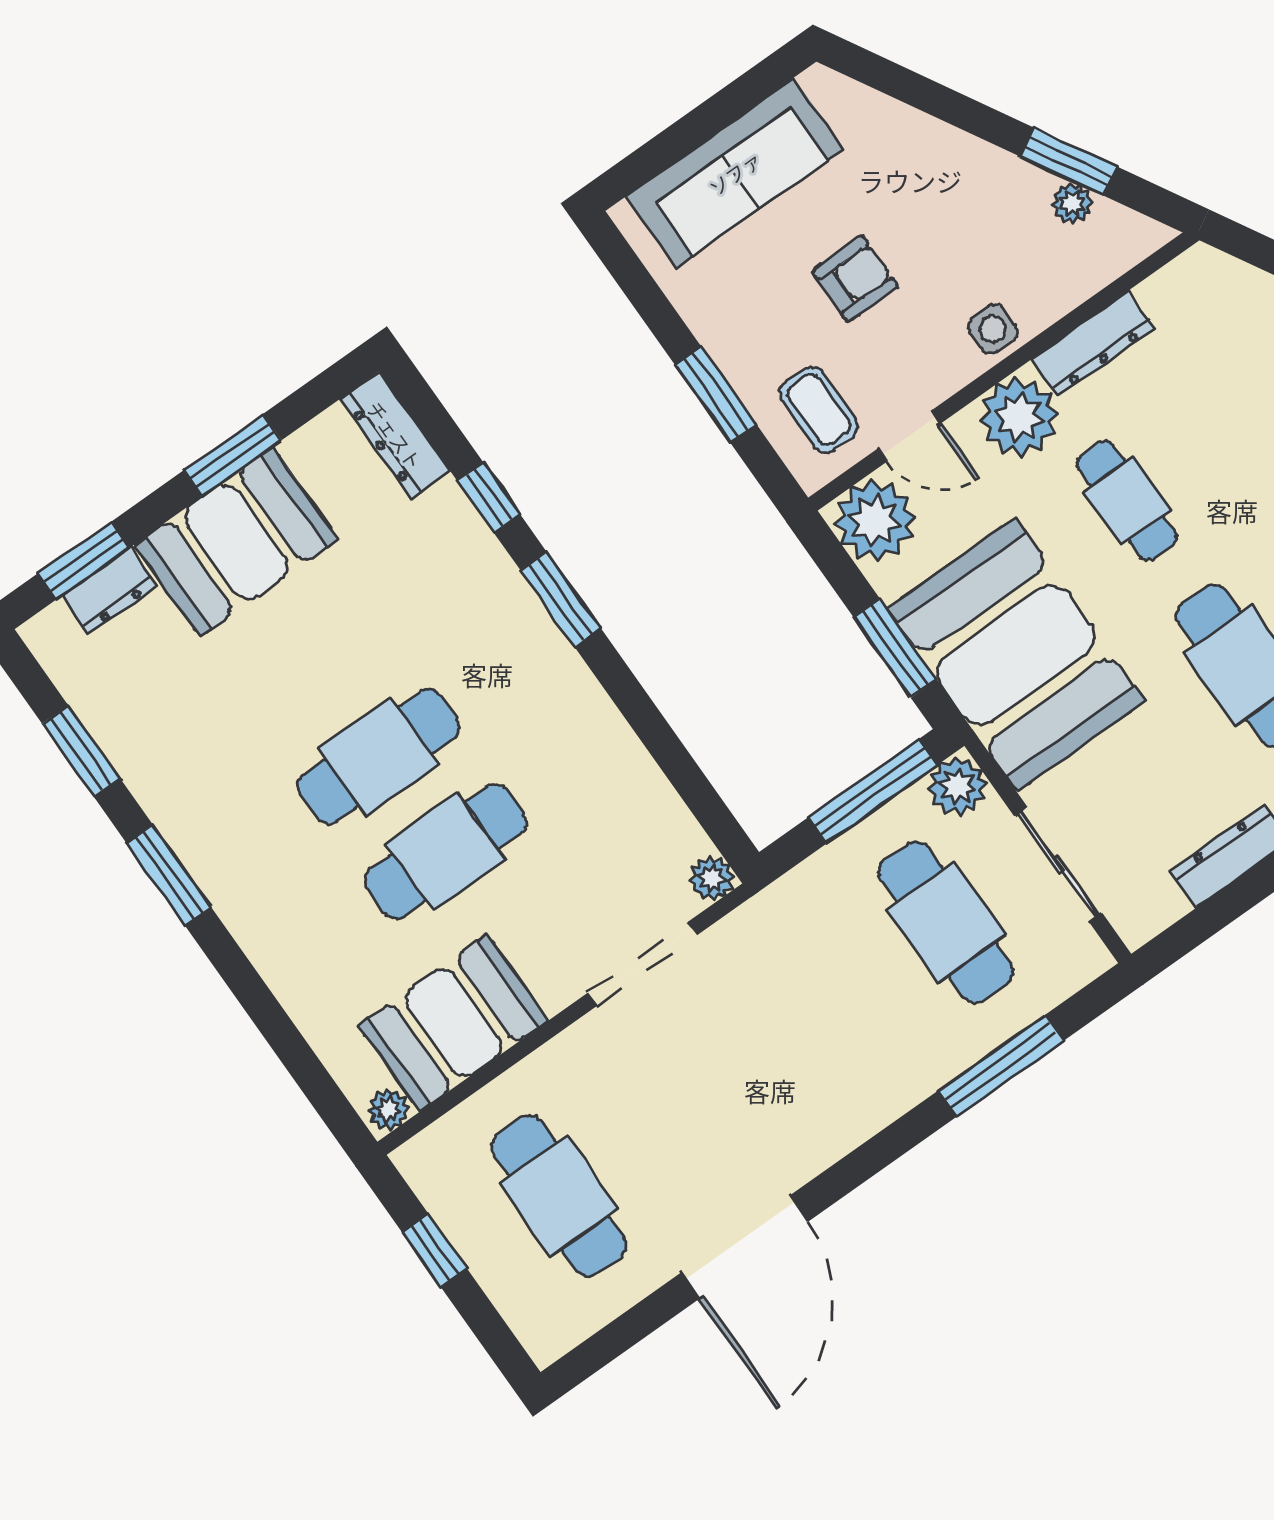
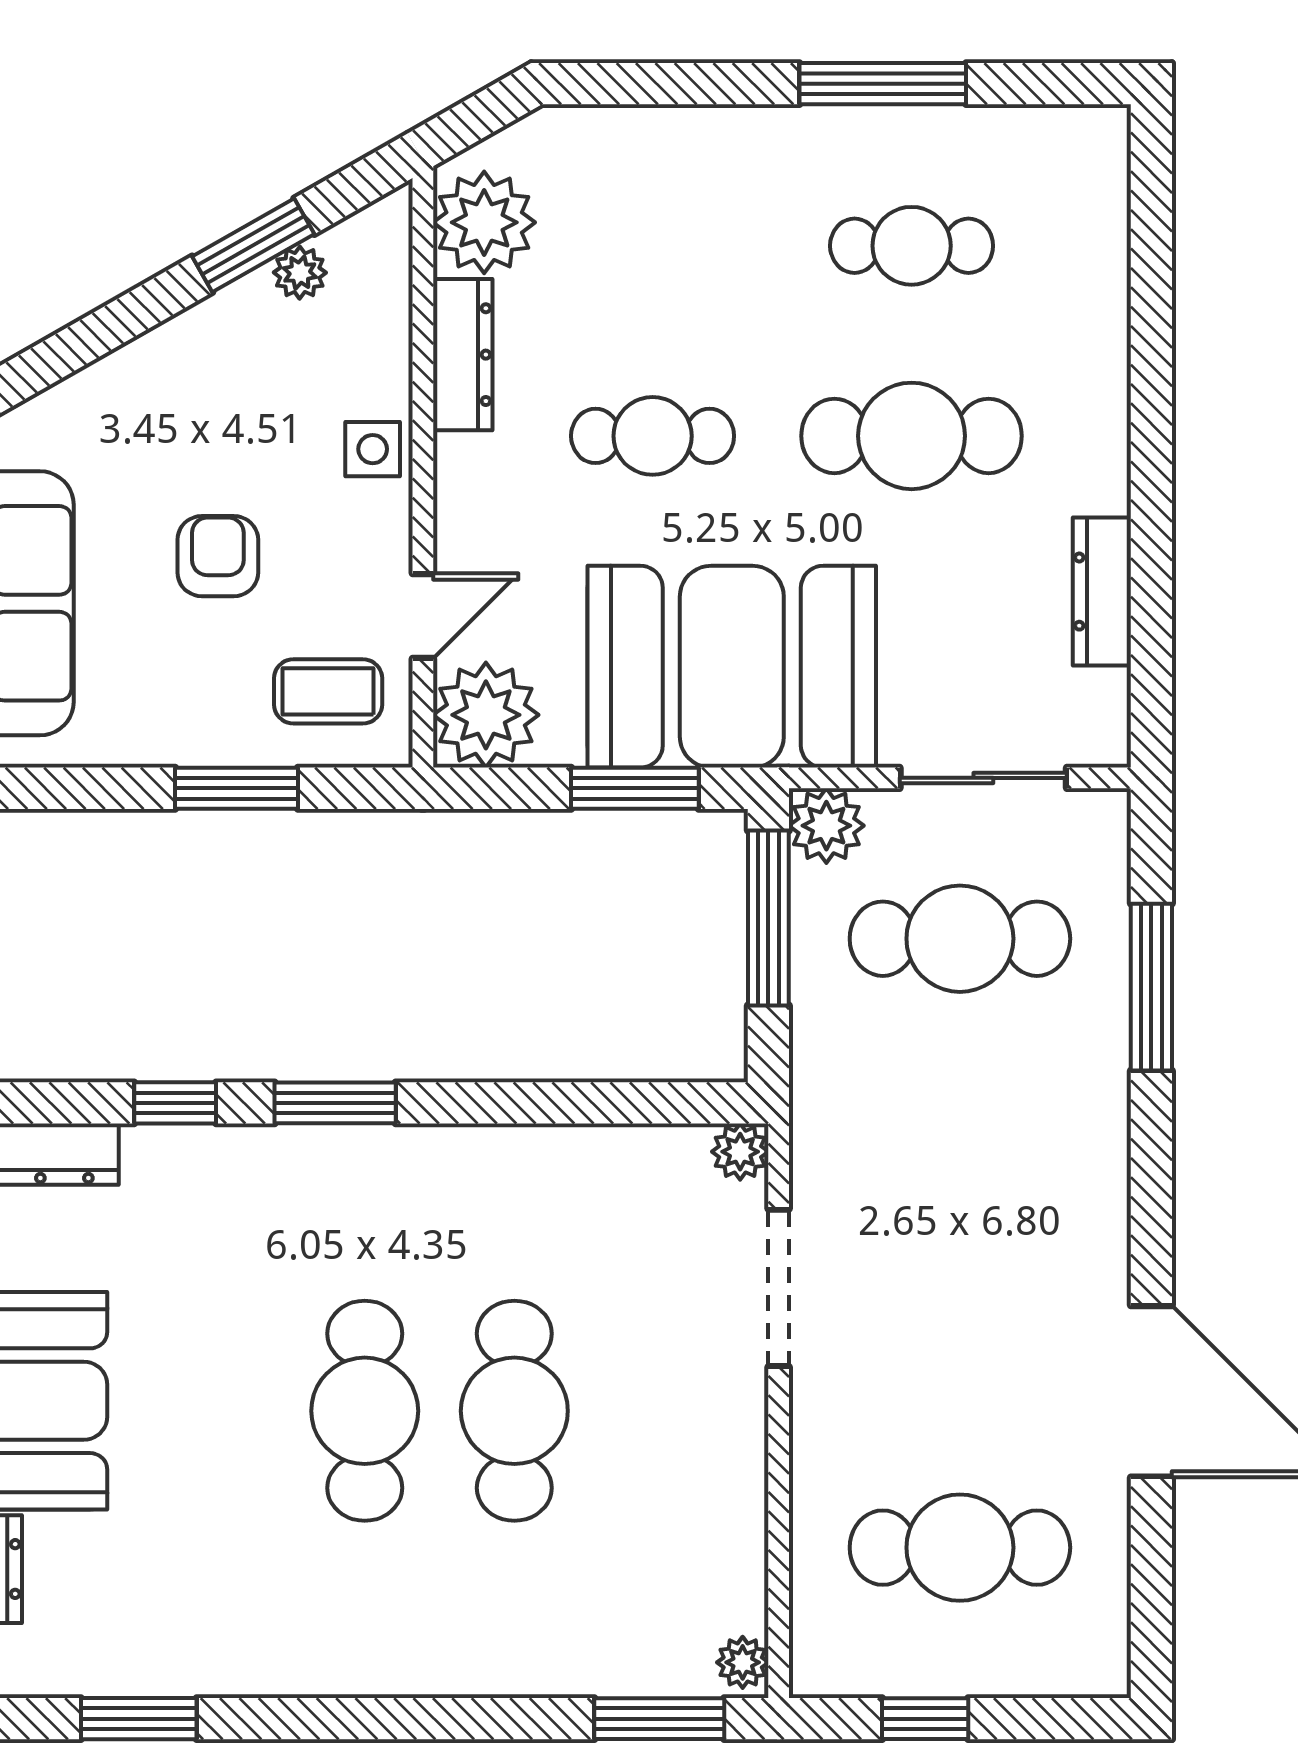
plant: (1019, 417) -> (484, 222), moved
window: (169, 875) -> (659, 1719), moved
booth: (454, 1023) -> (700, 1530), removed

